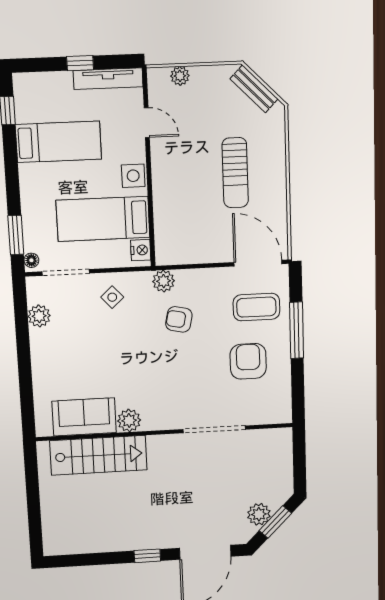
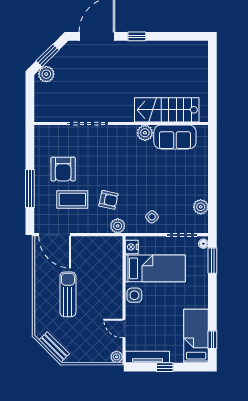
plant: (180, 76) -> (117, 357), moved
bed: (59, 142) -> (196, 336), moved, turned 90
coffee table: (256, 307) -> (72, 199), moved
plant: (259, 514) -> (46, 74), moved

